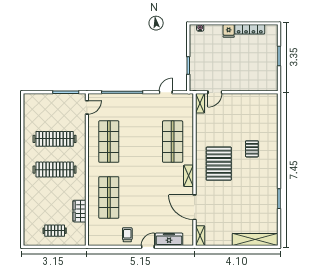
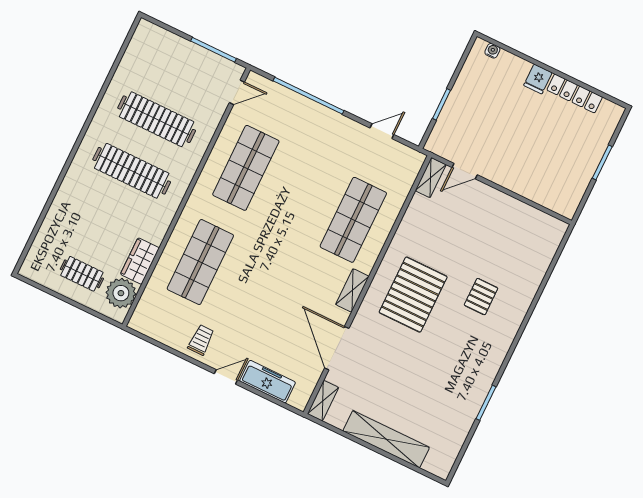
plant: (78, 231) -> (121, 293), added
shelving: (255, 239) -> (386, 439), moved

